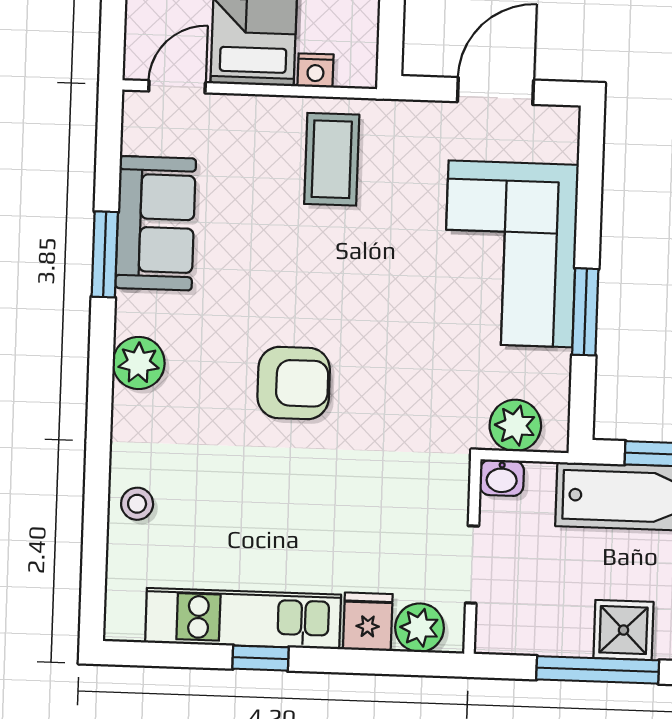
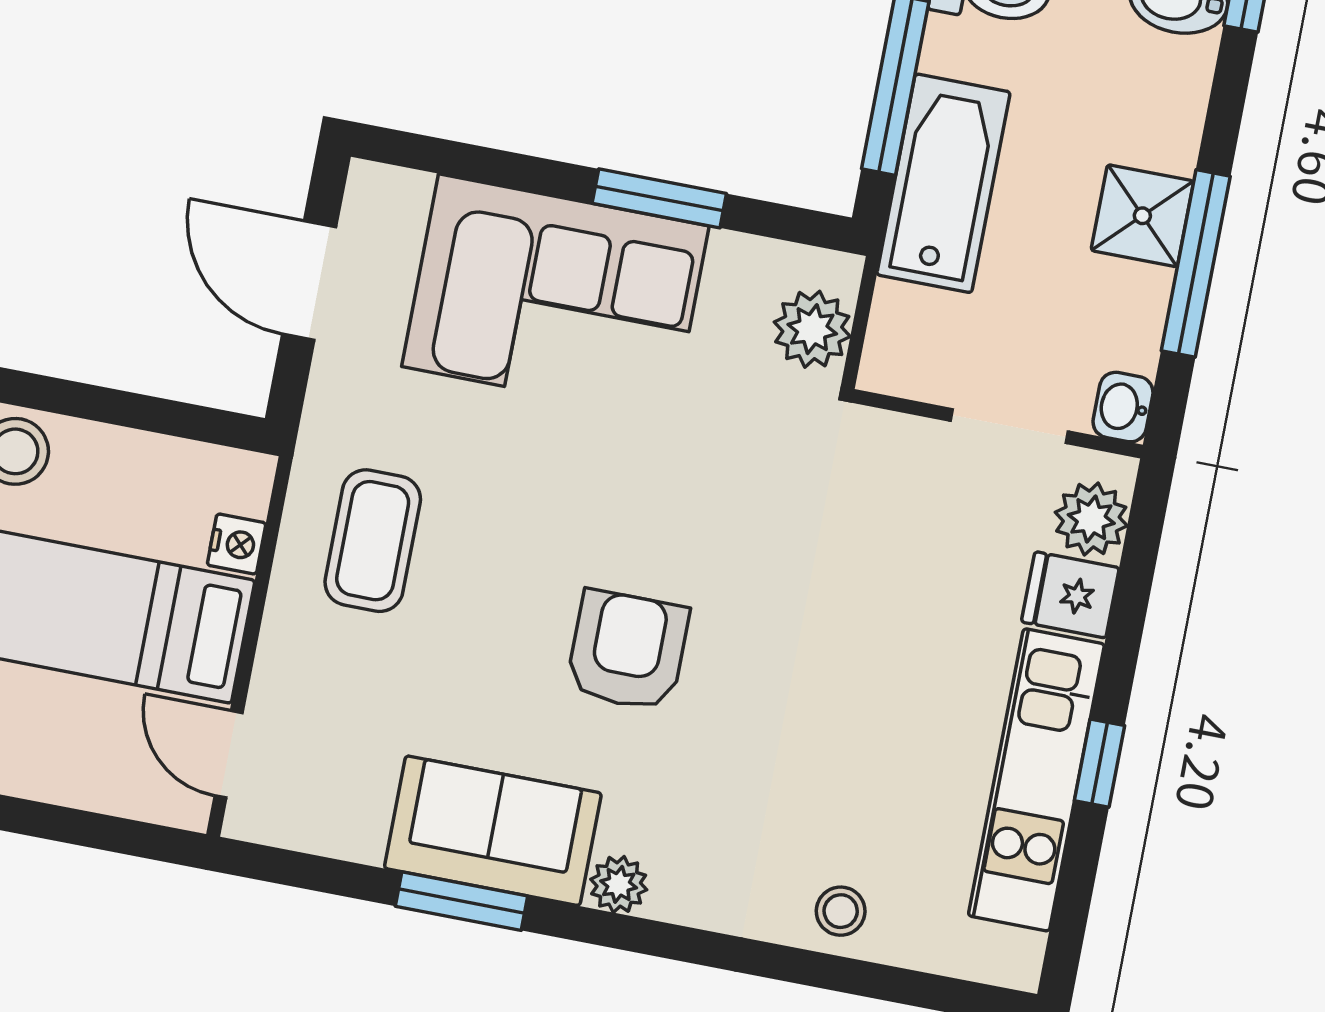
coffee table: (332, 159) -> (373, 541), turned 90
sofa: (156, 223) -> (493, 831), moved
plant: (139, 363) -> (619, 884), width x0.73, depth x0.73
armchair: (294, 383) -> (627, 651), moved
washbasin: (502, 478) -> (1123, 407), moved, turned 180

